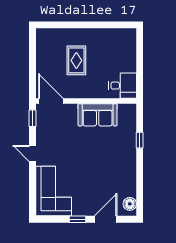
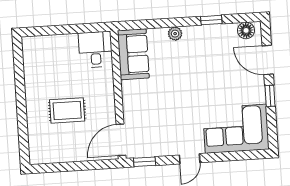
sofa: (98, 115) -> (133, 54), moved
window: (140, 140) -> (211, 20), moved
plant: (131, 148) -> (175, 34), added

